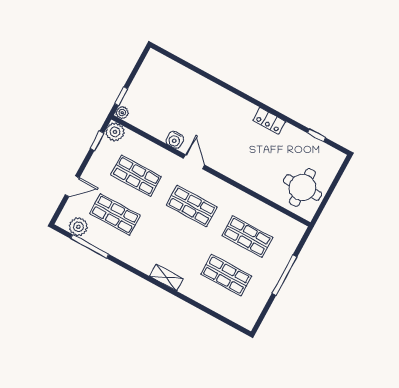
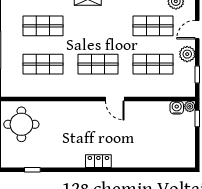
locker: (269, 121) -> (98, 161), moved
plant: (115, 132) -> (187, 54), moved
water cooler: (175, 140) -> (177, 108), moved

